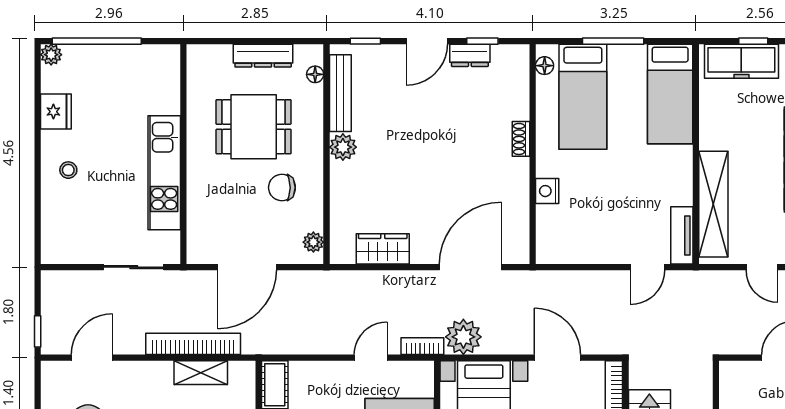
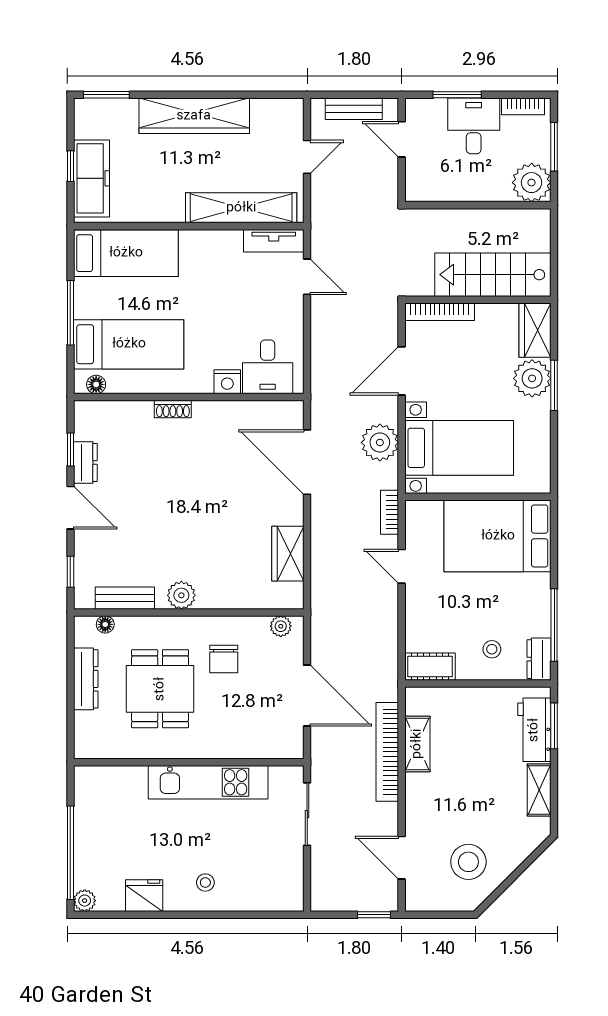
bench: (340, 93) -> (125, 598), width x0.73
desk: (561, 230) -> (268, 367), added
plant: (463, 337) -> (380, 442), moved

